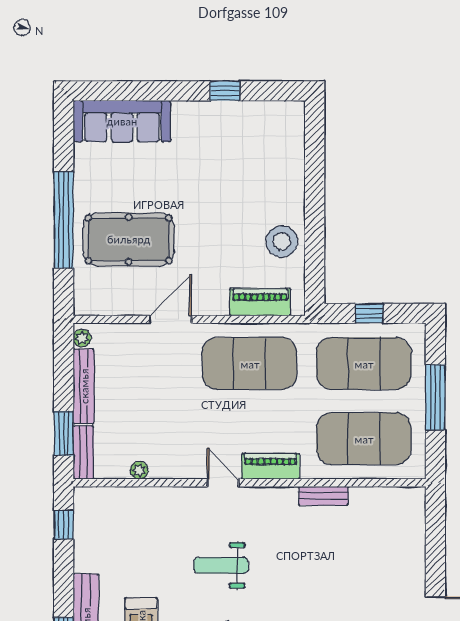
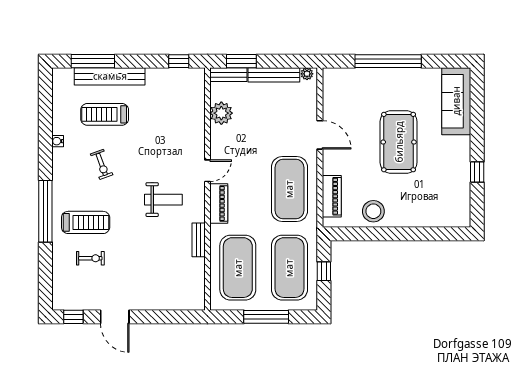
pool table: (129, 239) -> (399, 142), moved
plant: (139, 470) -> (221, 113), width x1.87, depth x1.87
weight bench: (221, 565) -> (163, 200), moved, turned 90

